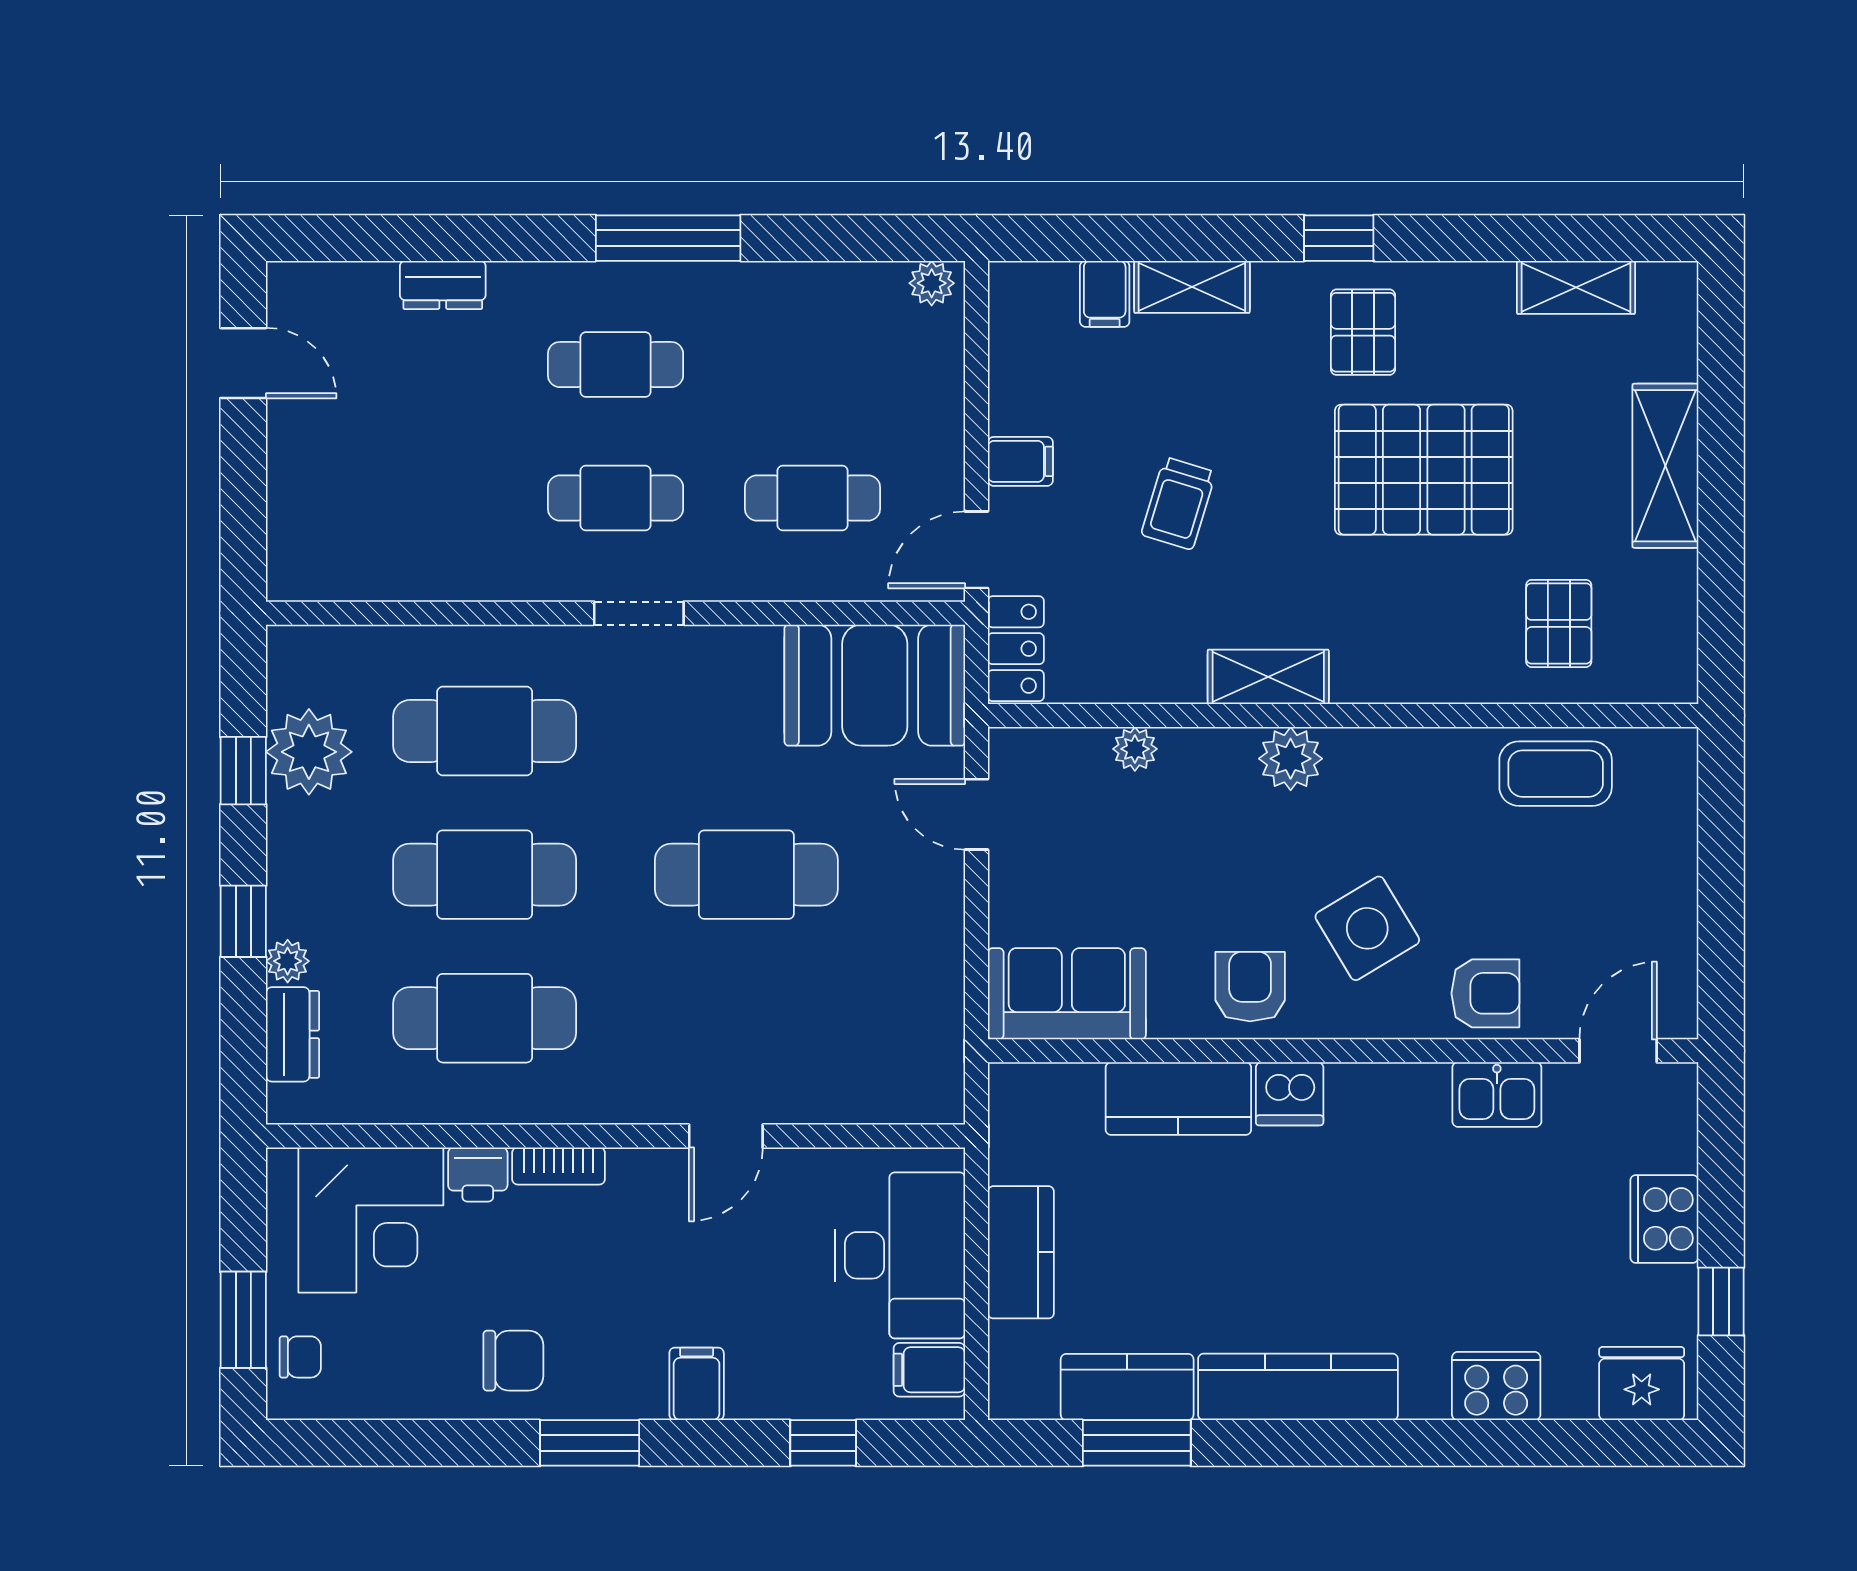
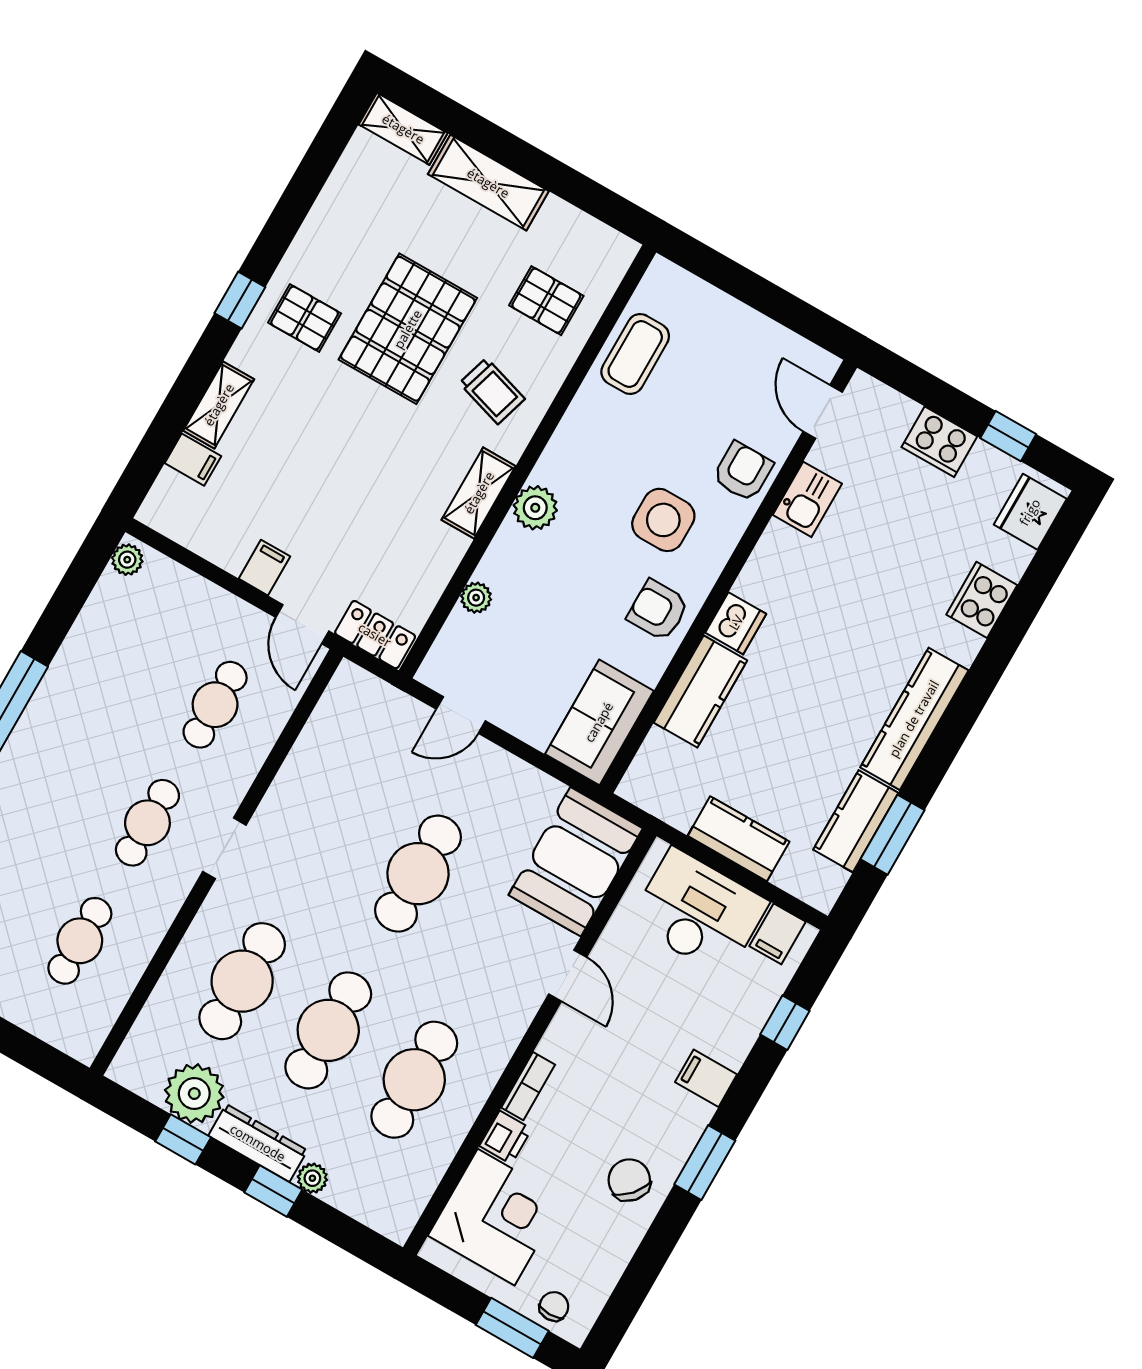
shelving: (1576, 287) -> (403, 129), moved, turned 90
cafe table: (616, 365) -> (80, 941), moved
trolley: (1178, 503) -> (492, 391), moved
booth: (875, 685) -> (576, 862), moved
side table: (1367, 928) -> (663, 520), turned 31
dresser: (293, 1034) -> (258, 1143), moved, width x1.44
chair: (513, 1361) -> (629, 1180), turned -48

